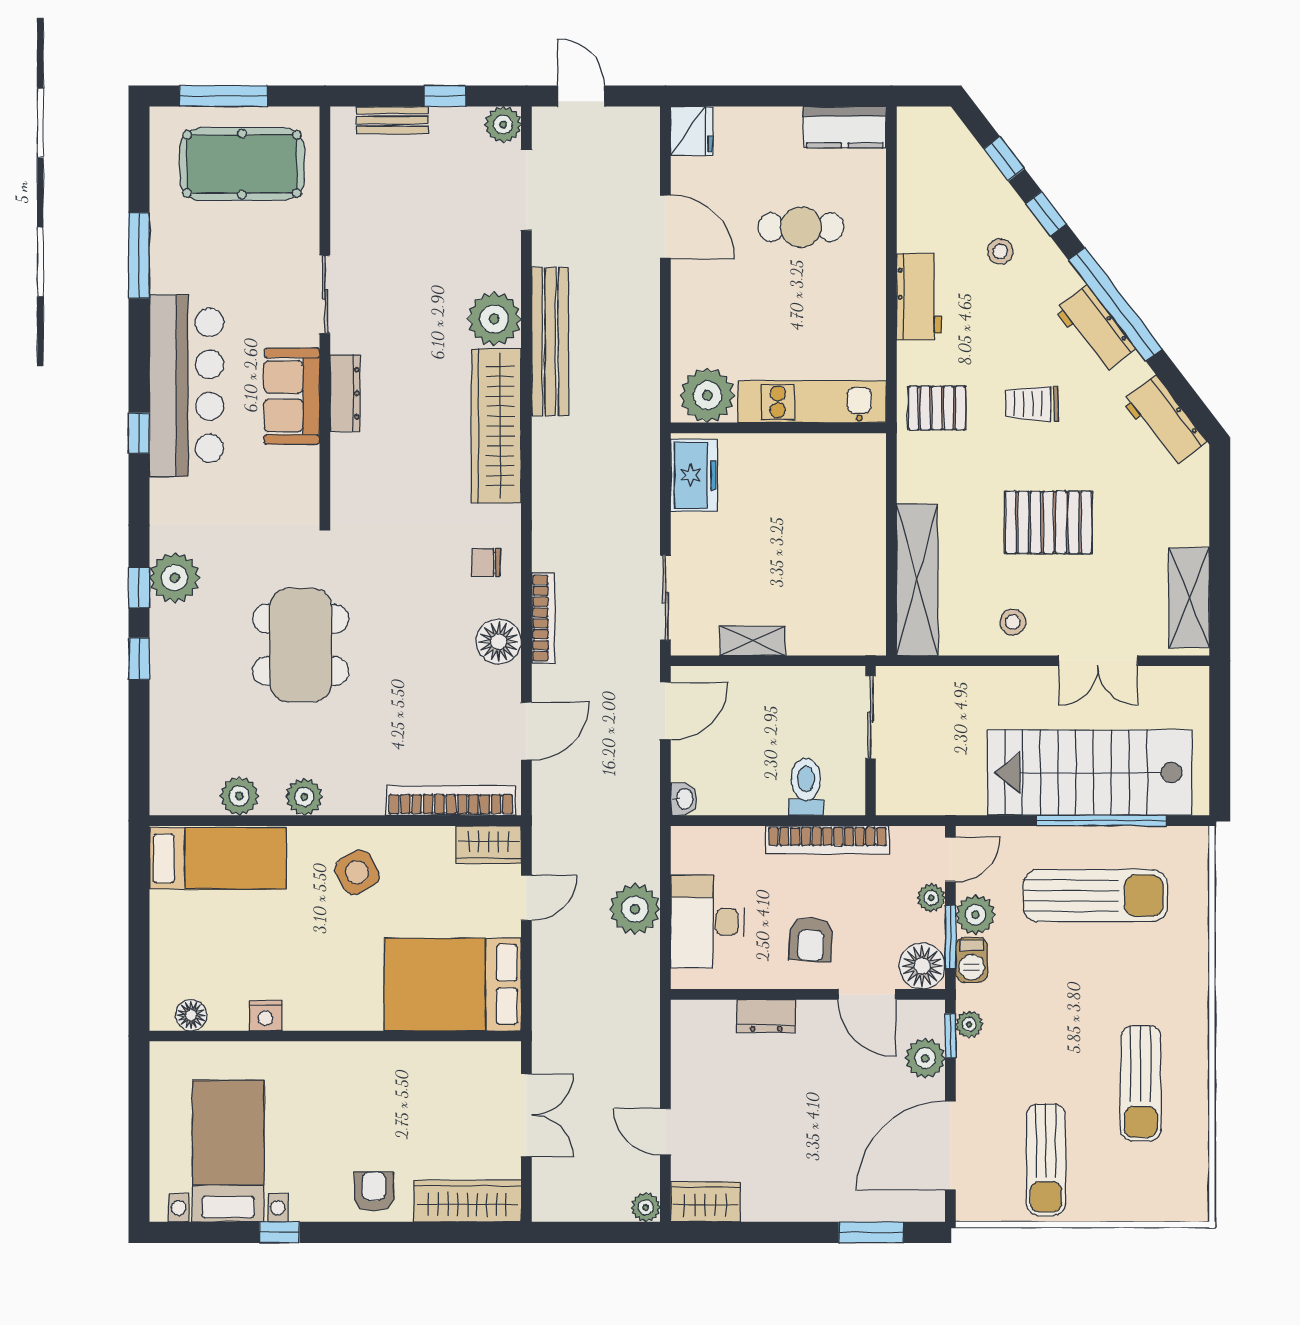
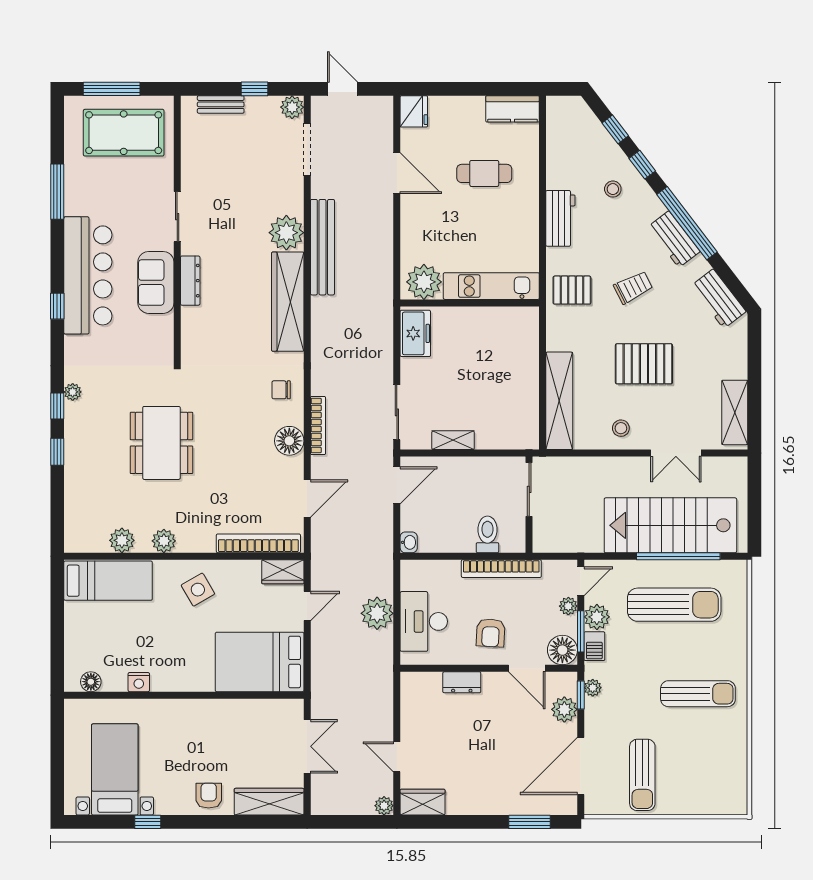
trolley: (1032, 404) -> (633, 287), turned 153
plant: (175, 578) -> (73, 392), width x0.53, depth x0.53
sun lounger: (1141, 1083) -> (698, 694), moved, turned -90

